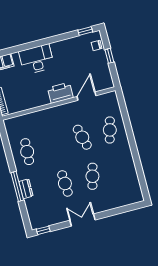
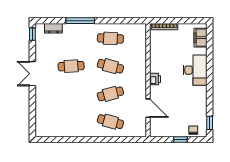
printer: (60, 93) -> (155, 79), width x0.53, depth x0.68
cafe table: (92, 176) -> (110, 66), moved
dresser: (26, 189) -> (53, 28), moved
double door: (82, 220) -> (32, 74), swing flipped

